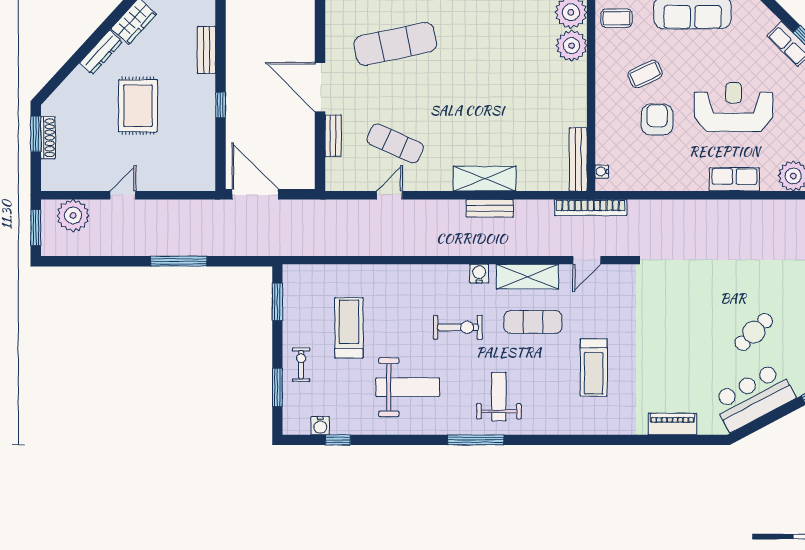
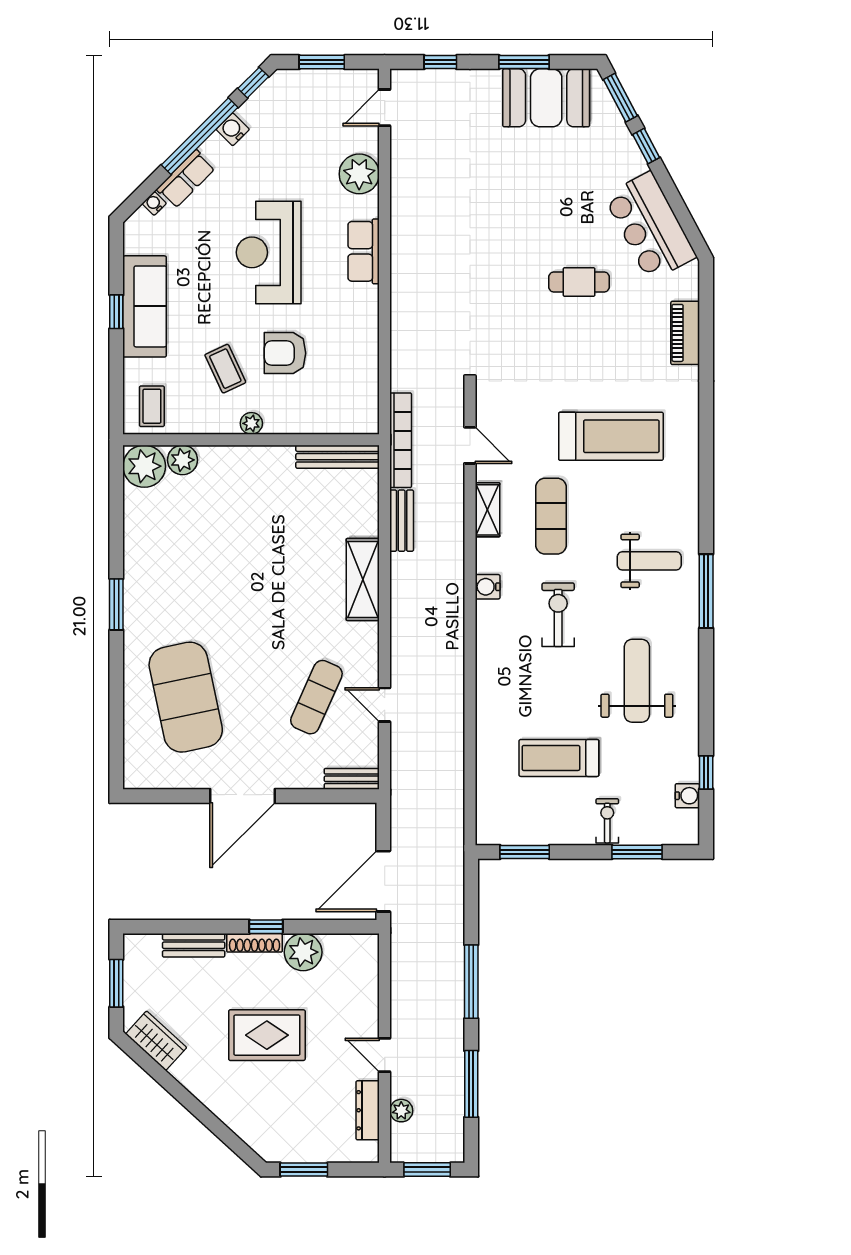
exercise mat: (395, 44) -> (186, 697), width x1.47
plant: (572, 46) -> (182, 460), width x0.73, depth x0.73
dresser: (101, 52) -> (368, 1110), moved, turned -132
plant: (603, 94) -> (251, 423), added
plant: (201, 133) -> (303, 952), added
bench: (333, 136) -> (352, 779), moved
shoe rack: (48, 138) -> (255, 943), moved, turned 180
water cooler: (602, 172) -> (154, 203), moved, turned 135
bench: (490, 208) -> (402, 521), moved
plant: (73, 215) -> (401, 1111), width x0.53, depth x0.53
window: (101, 261) -> (471, 1084), added
shelving: (527, 277) -> (487, 510), width x0.67, depth x0.75
cafe table: (754, 332) -> (579, 282), moved, turned -45
exercise bike: (301, 365) -> (607, 821), turned 90
treadmill: (594, 368) -> (611, 436), width x1.37, depth x1.38
weight bench: (499, 397) -> (649, 561), turned 180

